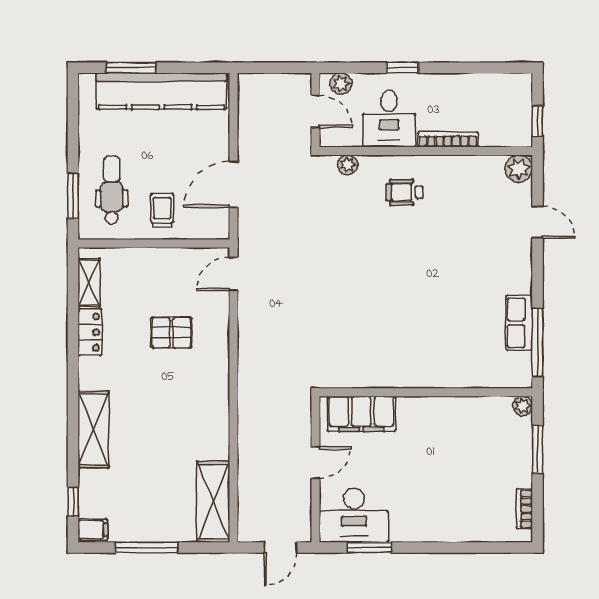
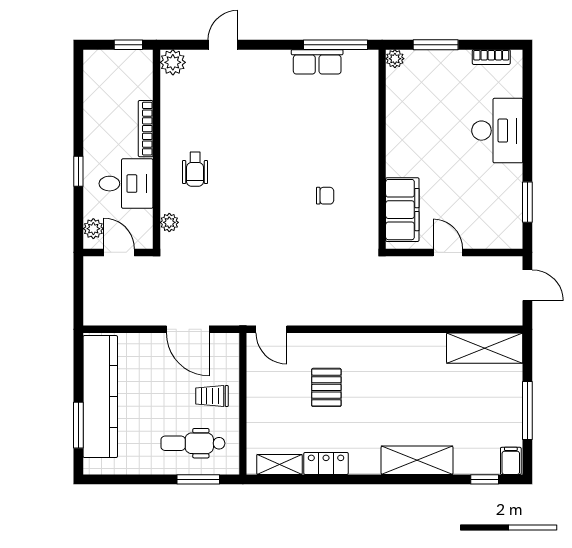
door: (316, 111) -> (119, 252), hinge flipped
chair: (376, 331) -> (325, 196), added
desk: (354, 515) -> (497, 131), moved

